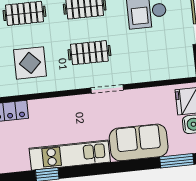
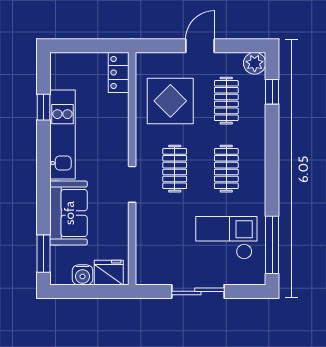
display table: (30, 63) -> (170, 101), width x1.36, depth x1.36

